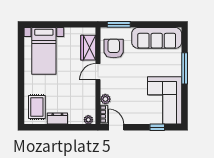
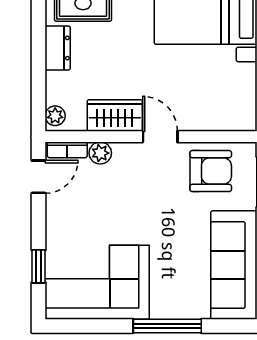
wardrobe: (88, 48) -> (115, 115), moved

